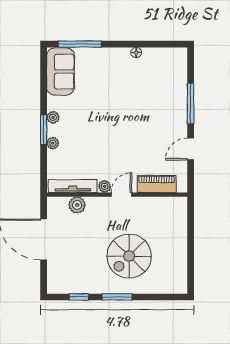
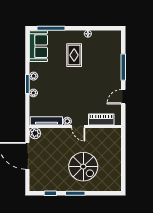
rug: (115, 85) -> (74, 55), added
door: (121, 195) -> (78, 126), swing flipped
plant: (77, 205) -> (35, 133), moved
spiral stairs: (129, 256) -> (83, 167), turned -90

